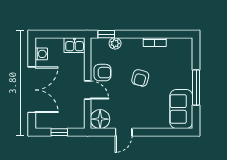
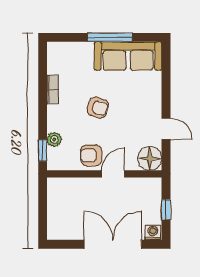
kitchen sink: (75, 45) -> (56, 190), removed
washing machine: (41, 54) -> (153, 232), moved
armchair: (102, 73) -> (91, 155), turned -90
sofa: (181, 109) -> (128, 56), width x1.36

